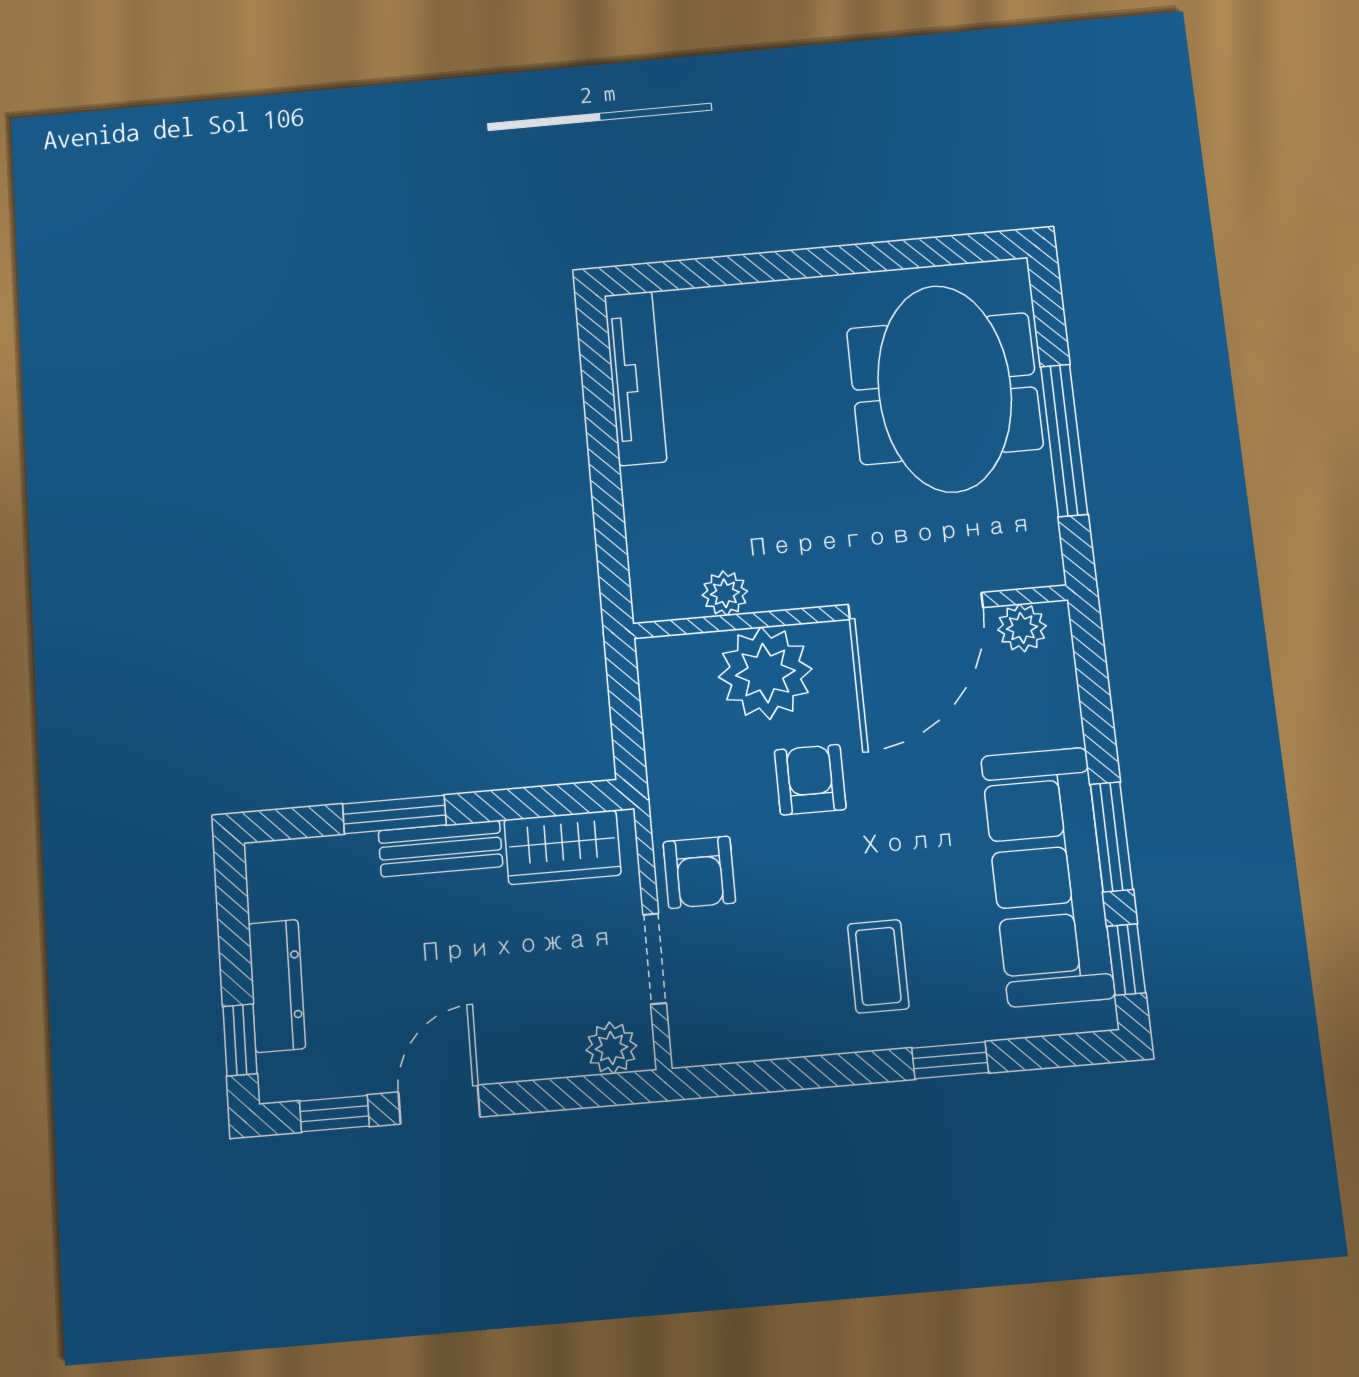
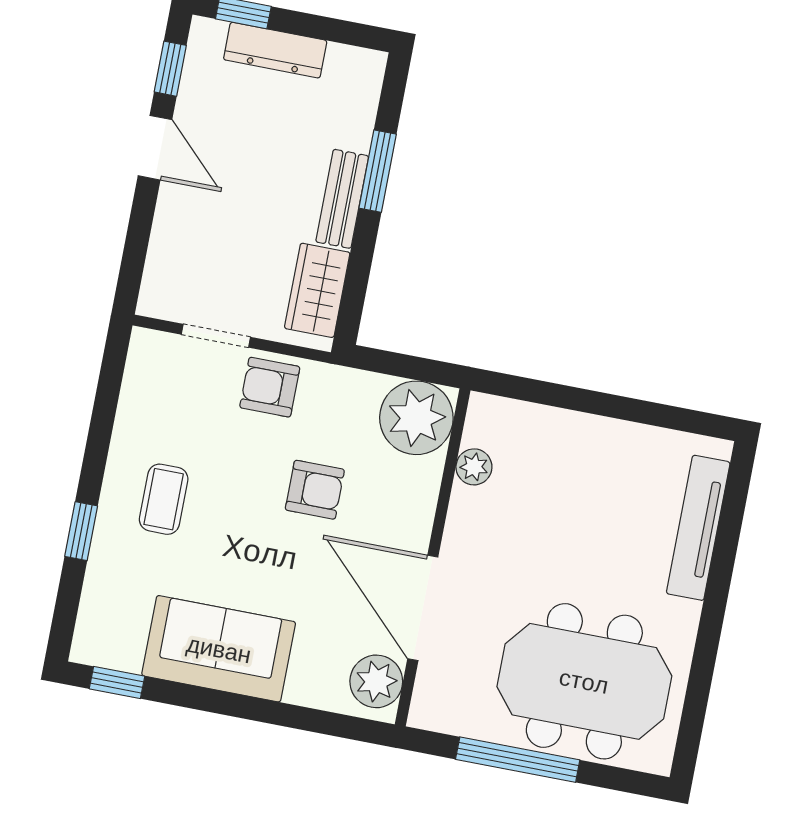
tv unit: (635, 378) -> (698, 528), moved, turned 90
plant: (1022, 628) -> (376, 681), width x1.38, depth x1.38
plant: (765, 673) -> (416, 418), moved
window: (1111, 837) -> (209, 700), removed
sofa: (1047, 876) -> (219, 649), width x0.73
coffee table: (878, 966) -> (164, 499), turned 90
plant: (611, 1048) -> (160, 286), removed

